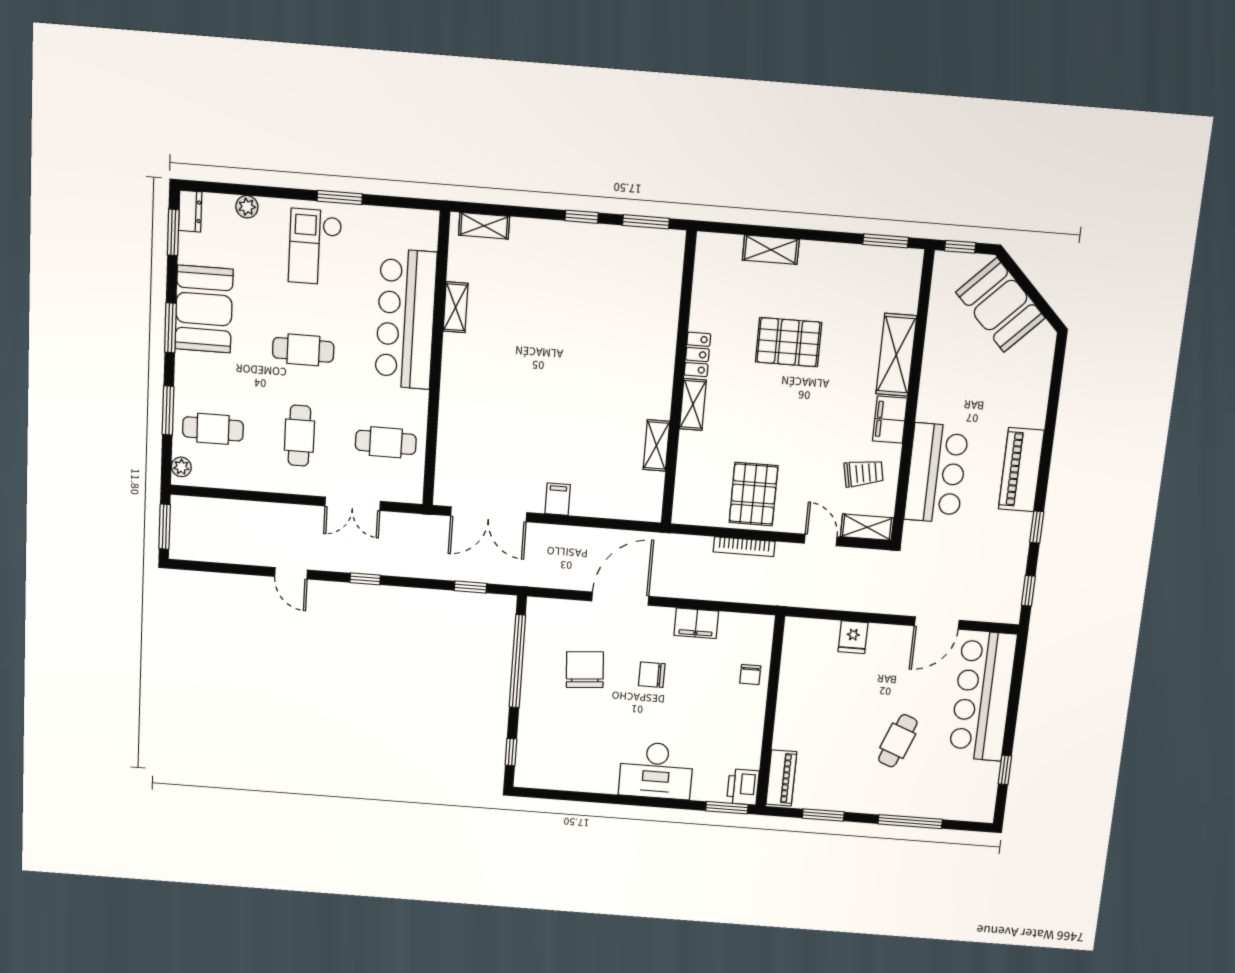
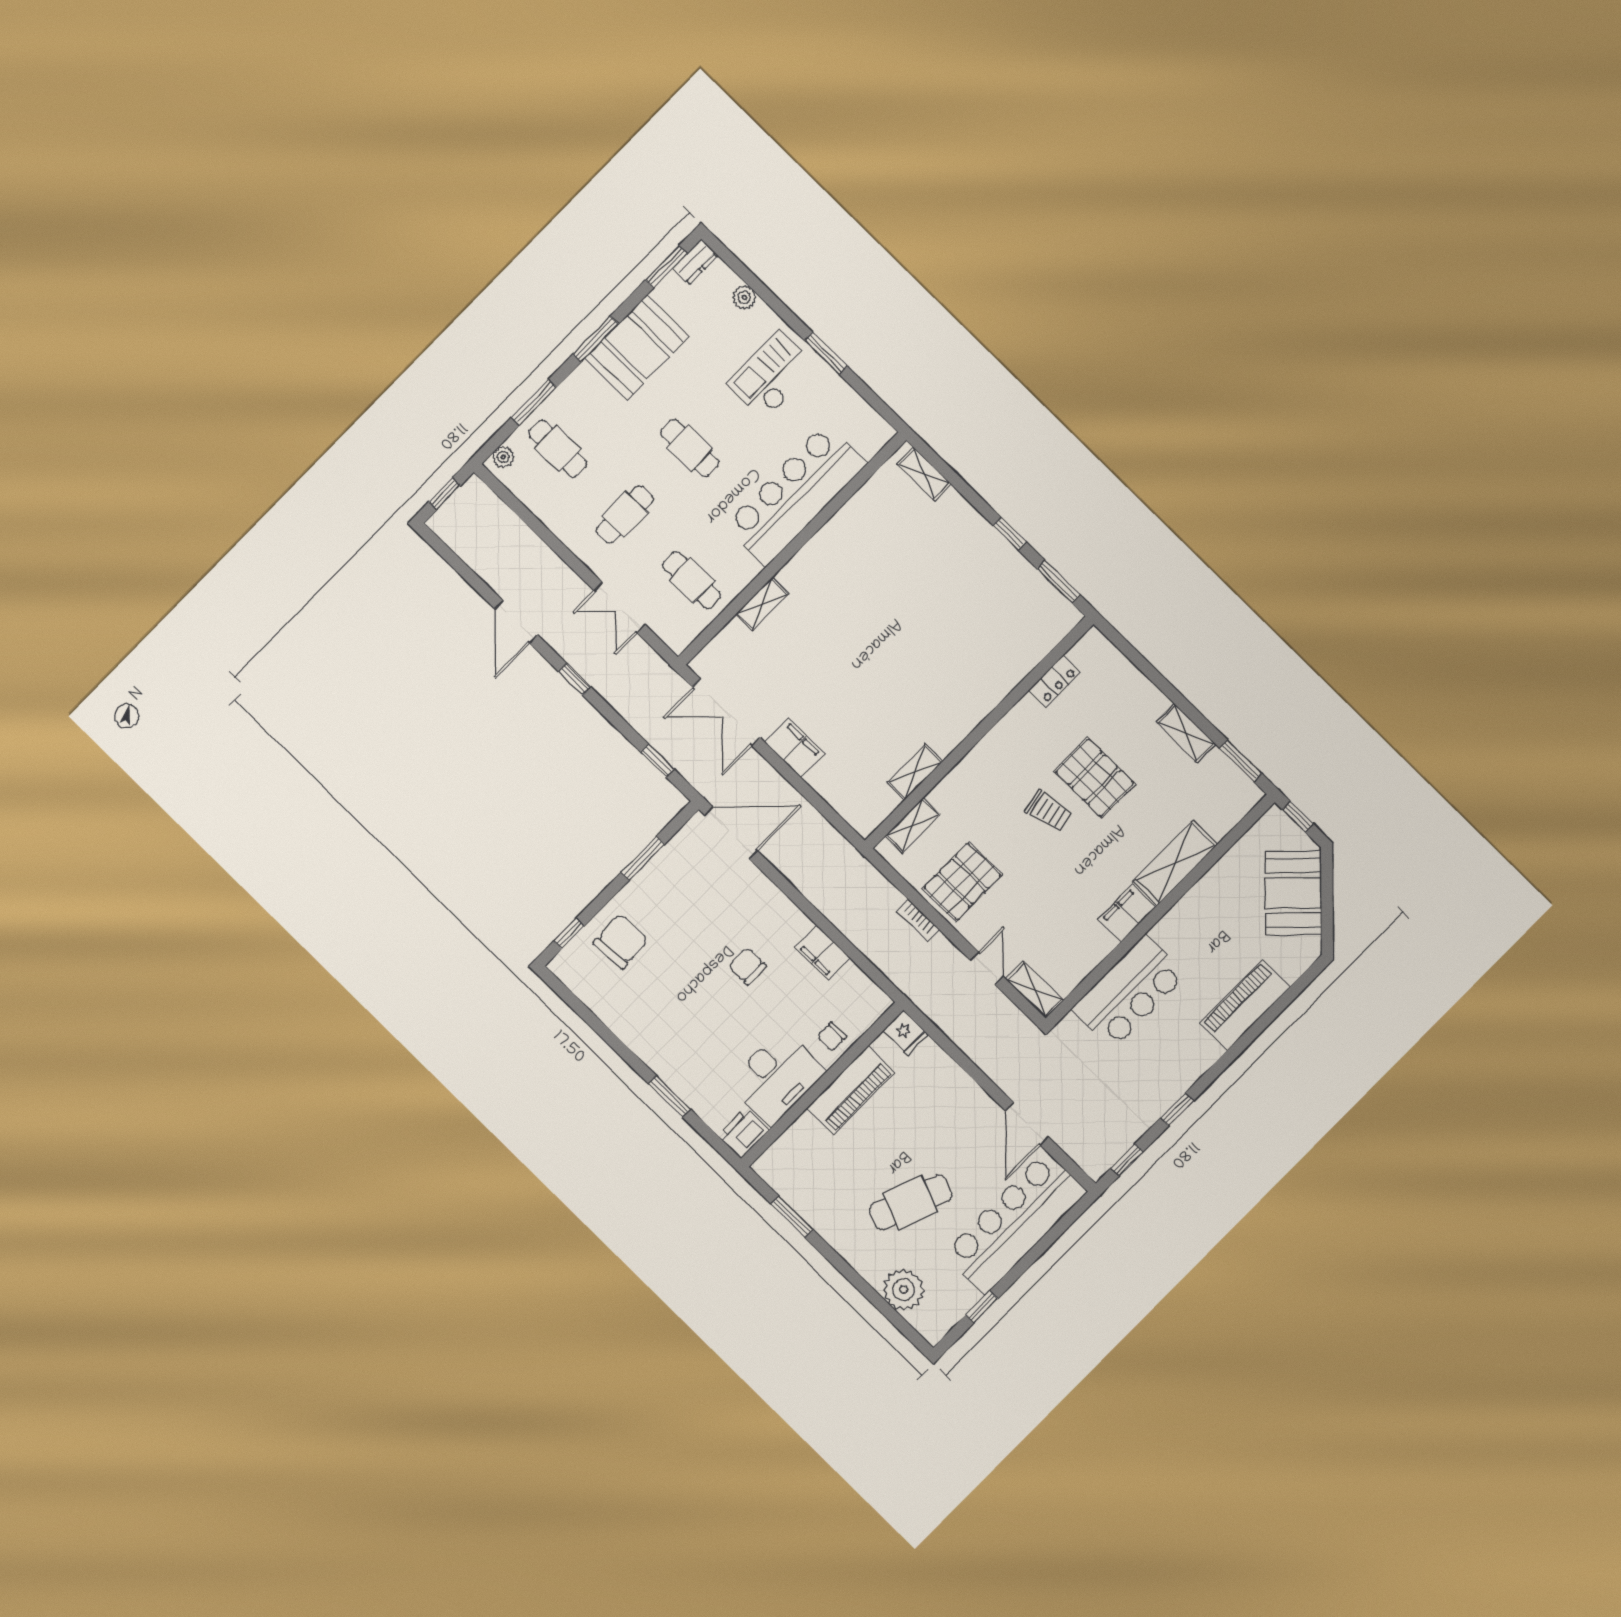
shelving: (771, 250) -> (1186, 733), moved
shelving: (456, 307) -> (762, 604), moved
locker: (697, 354) -> (1055, 681), moved
shelving: (693, 404) -> (913, 825), moved
piano: (1021, 470) -> (1245, 1005), moved
trolley: (864, 473) -> (1049, 812), moved
filing cabinet: (558, 499) -> (795, 748), width x2.00
window: (165, 527) -> (445, 494), width x0.67
bookcase: (744, 547) -> (918, 920), width x0.64
door: (291, 573) -> (516, 622), width x1.38
door: (620, 599) -> (731, 833), moved
door: (937, 623) -> (1027, 1124), hinge flipped
fridge: (853, 637) -> (905, 1033), moved, turned -90
window: (517, 661) -> (643, 858), width x0.47
chair: (585, 670) -> (621, 941), moved
cafe table: (898, 741) -> (910, 1202), width x1.37, depth x1.35
desk: (656, 771) -> (777, 1077), moved, turned -90
piano: (781, 778) -> (851, 1090), moved, width x1.37, depth x1.33
plant: (941, 802) -> (903, 1290), added
window: (727, 808) -> (670, 1096), moved
window: (910, 822) -> (863, 1286), removed

